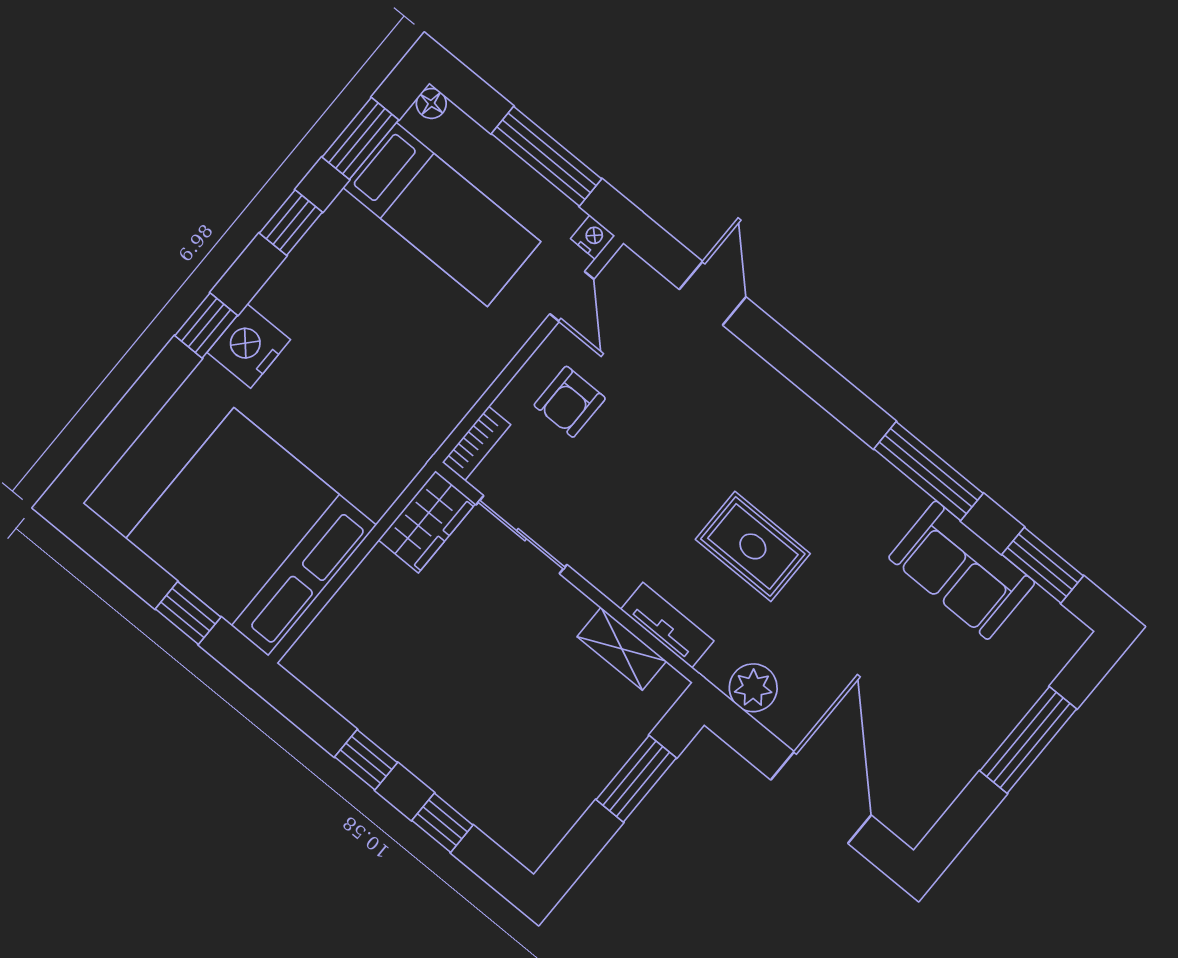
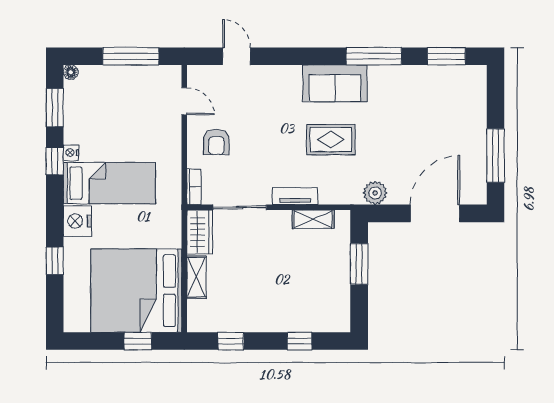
bed: (442, 215) -> (109, 183), moved
nightstand: (593, 237) -> (71, 153), moved, turned -90
window: (206, 325) -> (55, 261), moved
sofa: (962, 570) -> (335, 83), moved
shelving: (363, 589) -> (196, 277), added
tv unit: (667, 625) -> (295, 196), moved
window: (1028, 740) -> (496, 156), moved
window: (366, 760) -> (231, 341), moved
door: (821, 798) -> (435, 213), hinge flipped

